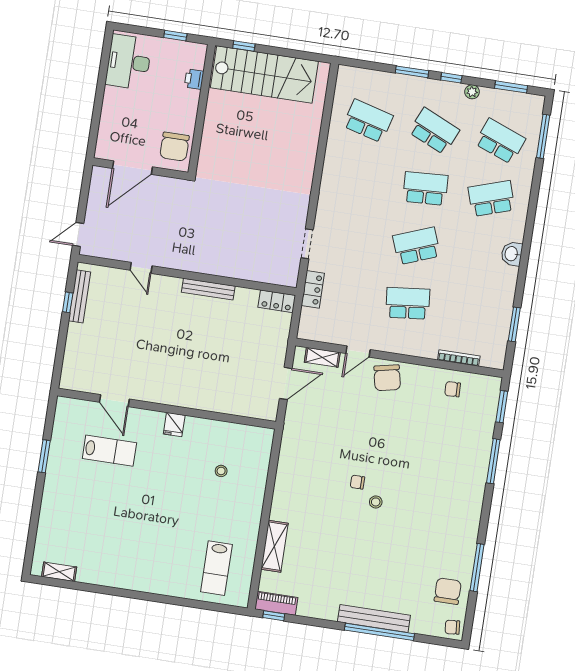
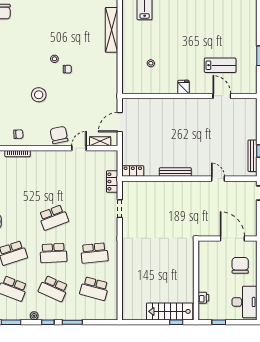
stairs: (264, 74) -> (170, 311), width x0.73, depth x0.66
chair: (175, 147) -> (240, 265), moved
door: (132, 168) -> (232, 238), hinge flipped
school desk: (408, 303) -> (94, 253), moved
stool: (410, 448) -> (39, 95), added
lab bench: (109, 451) -> (220, 65), turned 180
shelving: (275, 546) -> (112, 30), width x1.47

